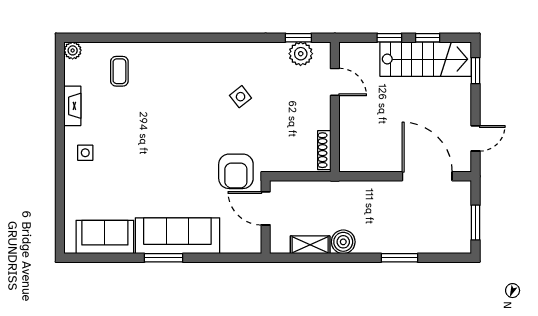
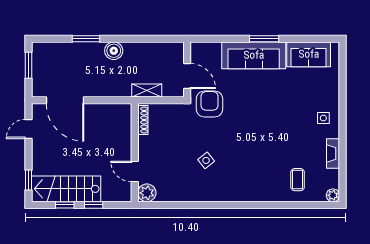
window: (298, 38) -> (162, 205), removed
plant: (301, 54) -> (147, 193), moved
boiler: (343, 242) -> (114, 51), moved
shelving: (310, 245) -> (147, 91), moved

